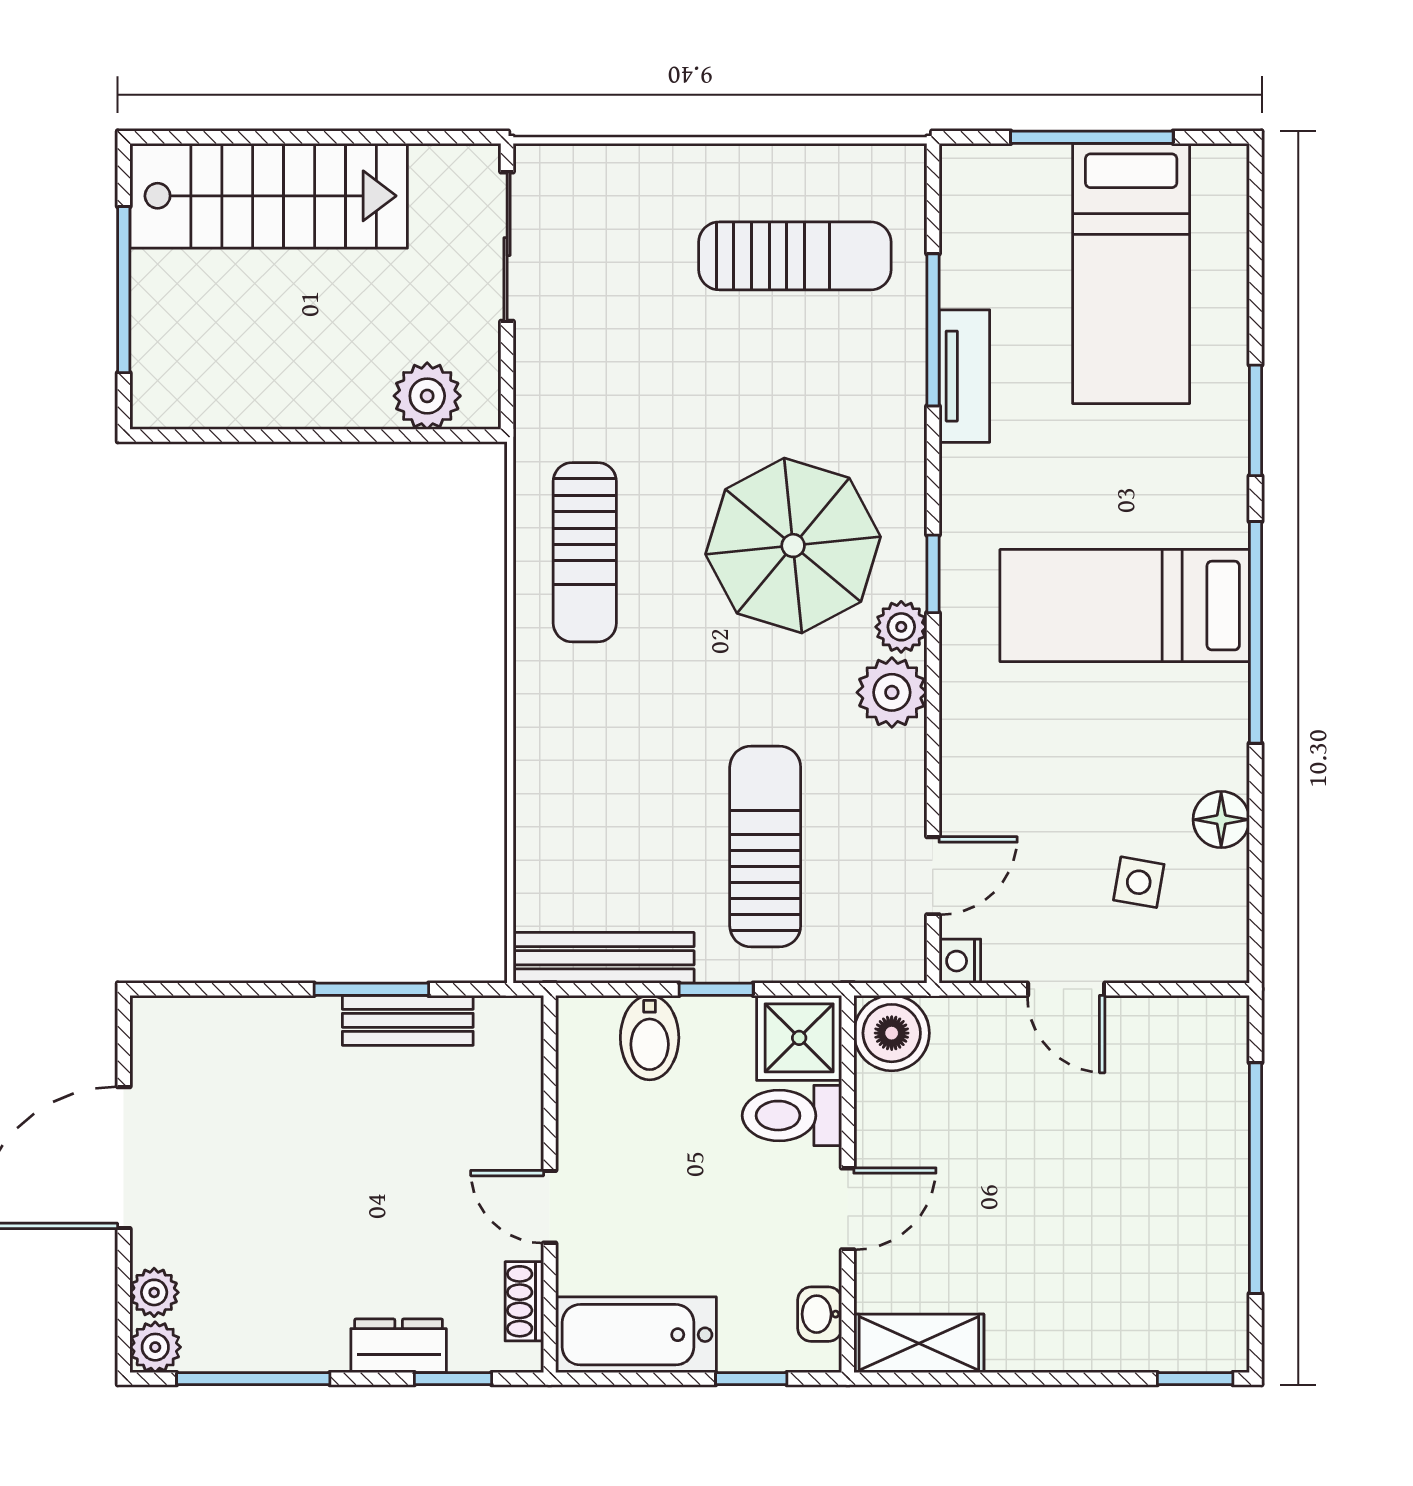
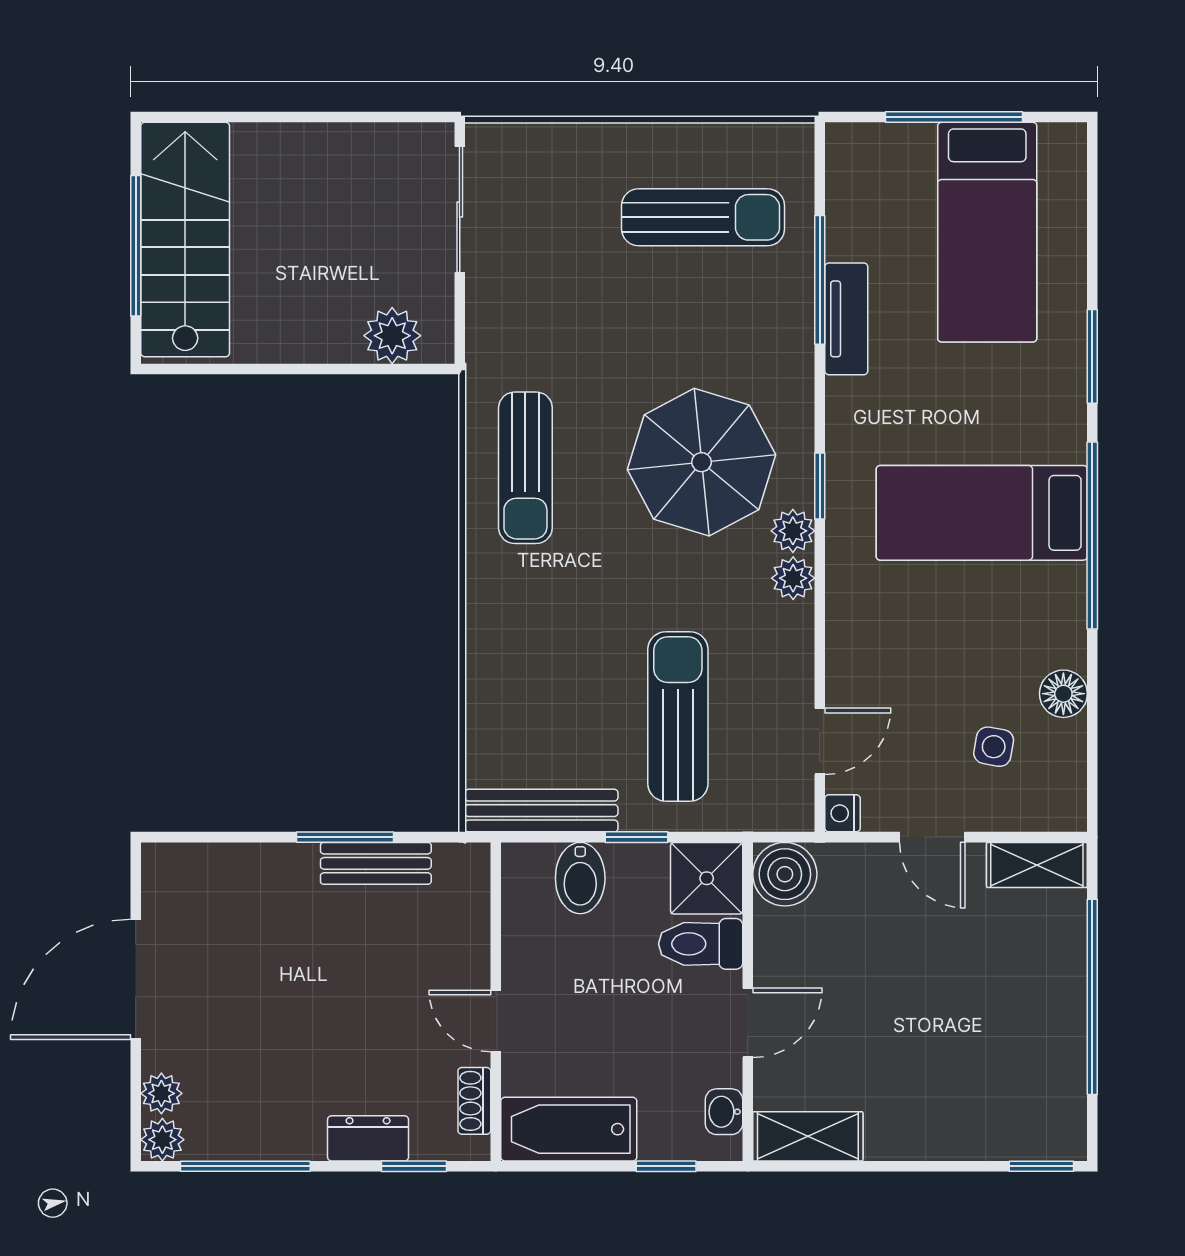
stairs: (269, 196) -> (185, 240), moved, turned -90
plant: (892, 692) -> (793, 578), width x0.73, depth x0.73
shelving: (1190, 1022) -> (1037, 865), added

